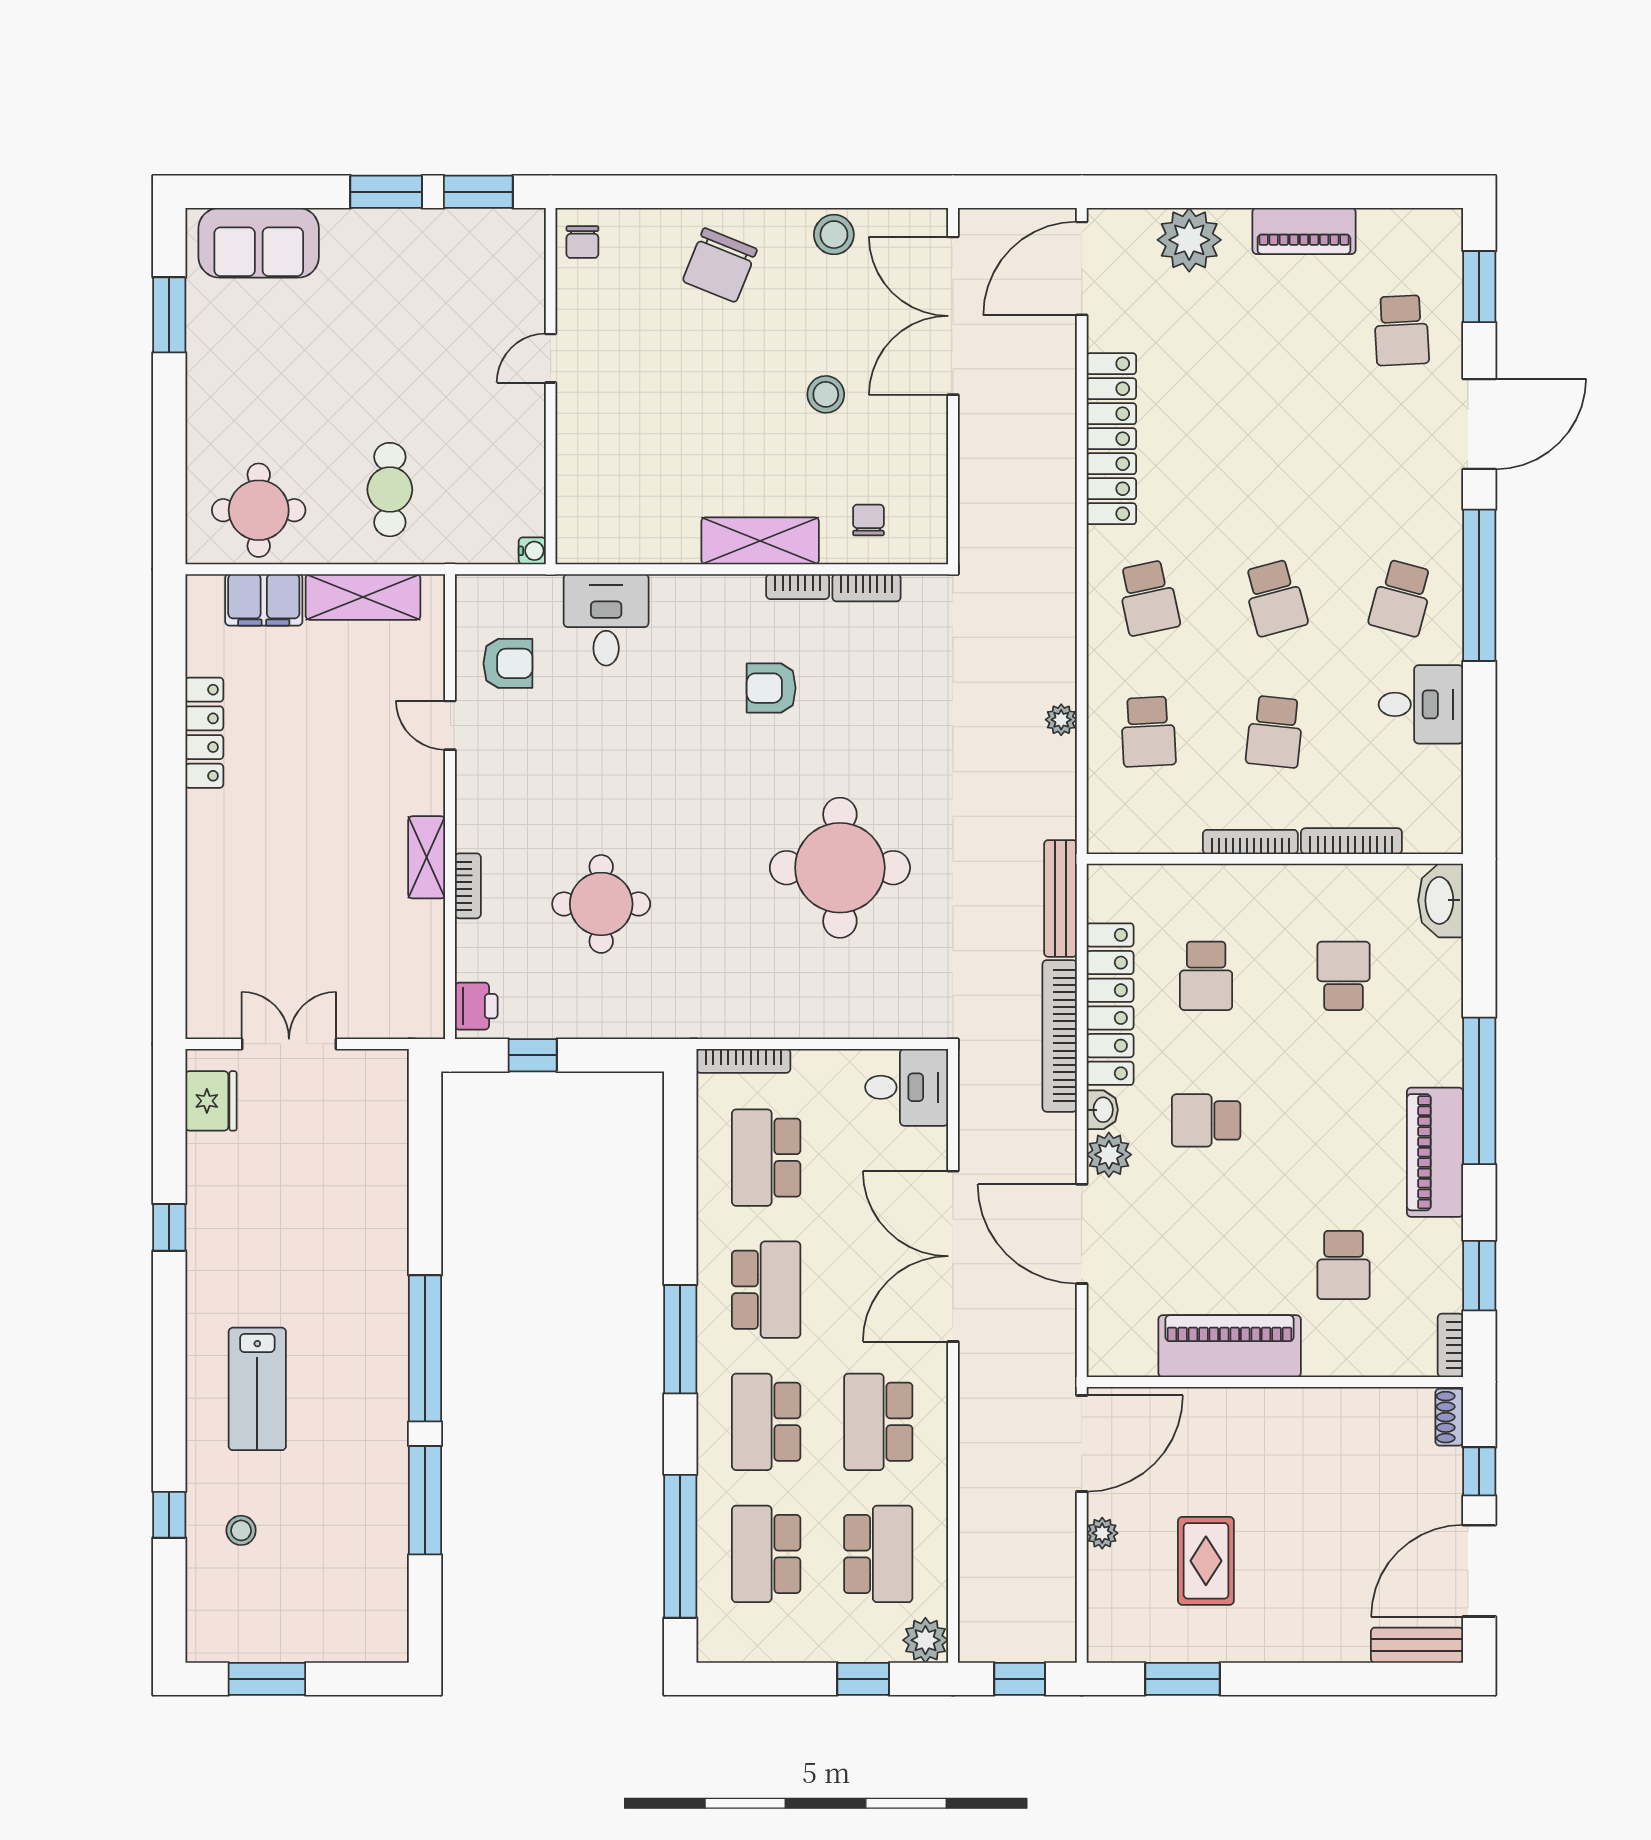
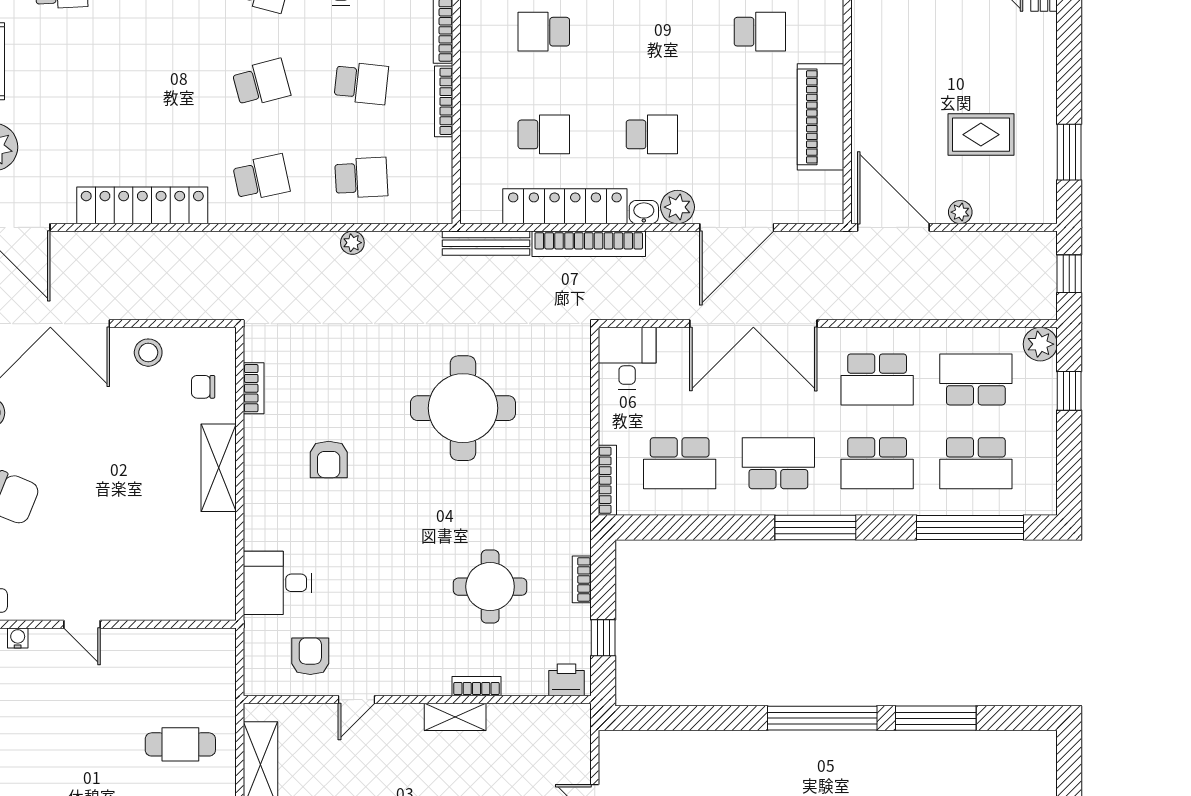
stool: (826, 394) -> (148, 353), moved
water cooler: (532, 551) -> (18, 638), moved
bookcase: (798, 587) -> (582, 579), moved, turned 180
school desk: (1206, 1120) -> (652, 134), turned -90

